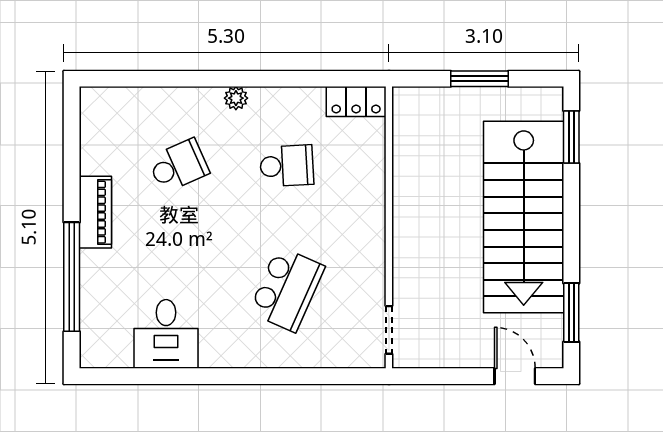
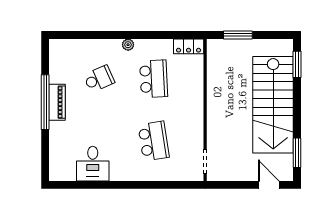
window: (479, 79) -> (238, 35), moved
school desk: (287, 166) -> (154, 79), width x1.85
window: (72, 277) -> (45, 102), moved
school desk: (287, 289) -> (154, 141), turned -33

